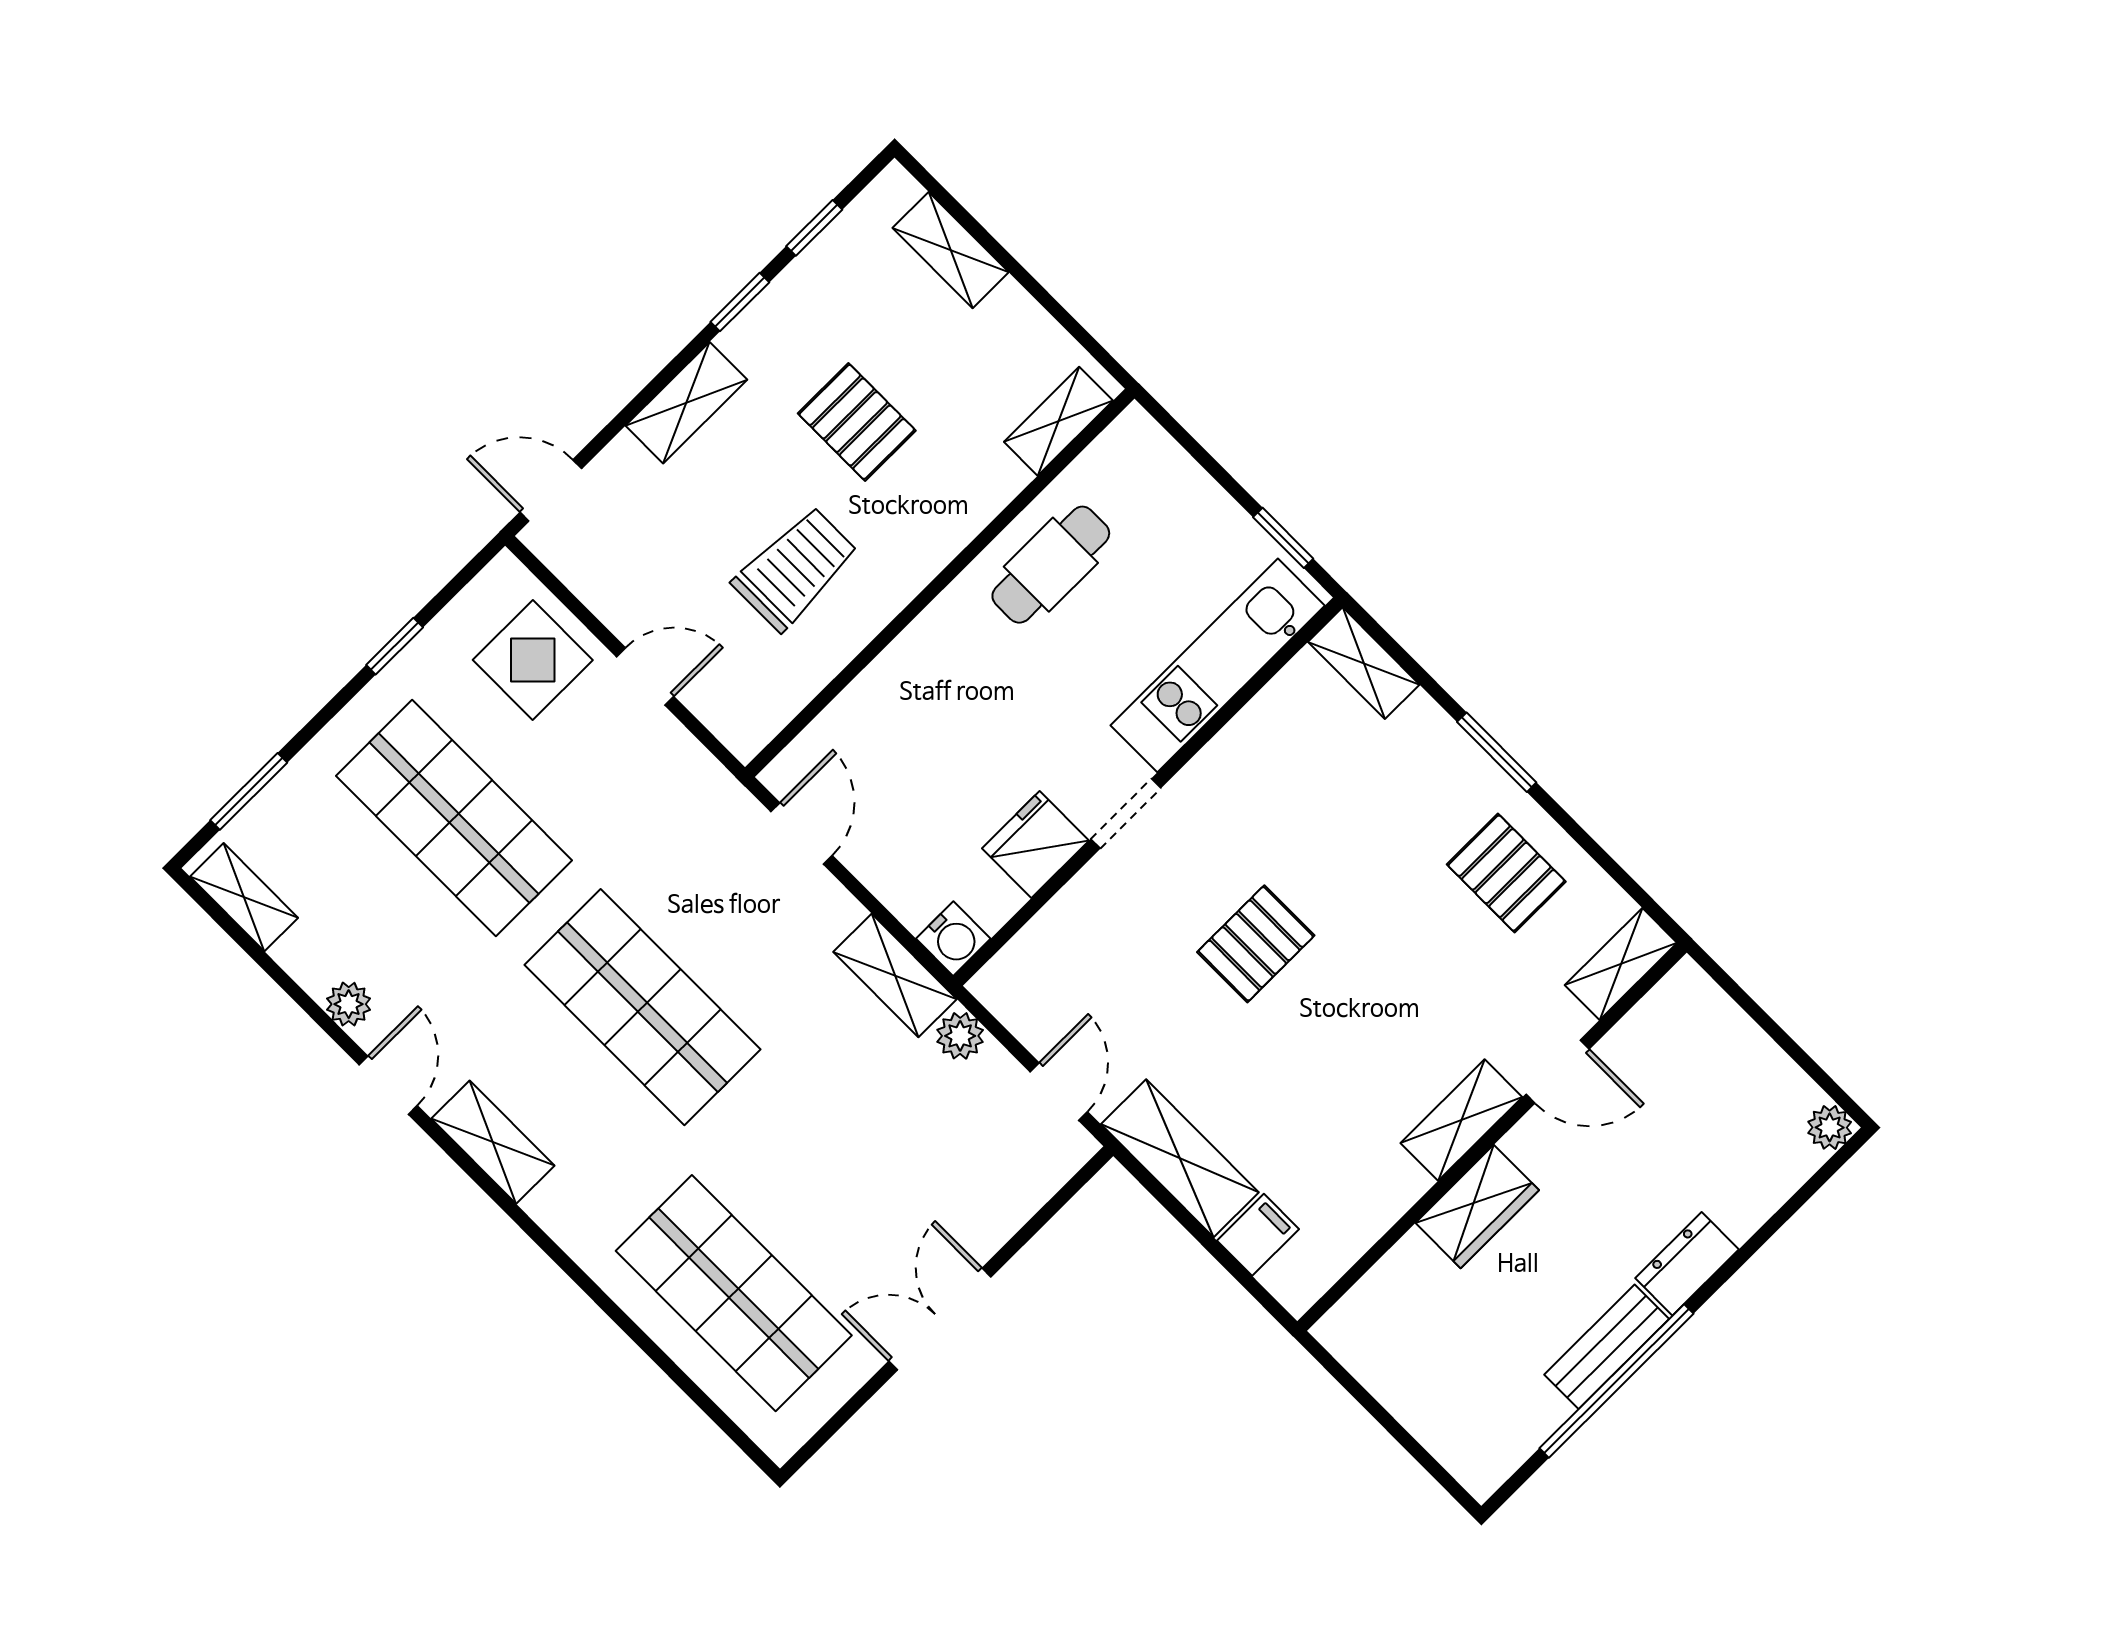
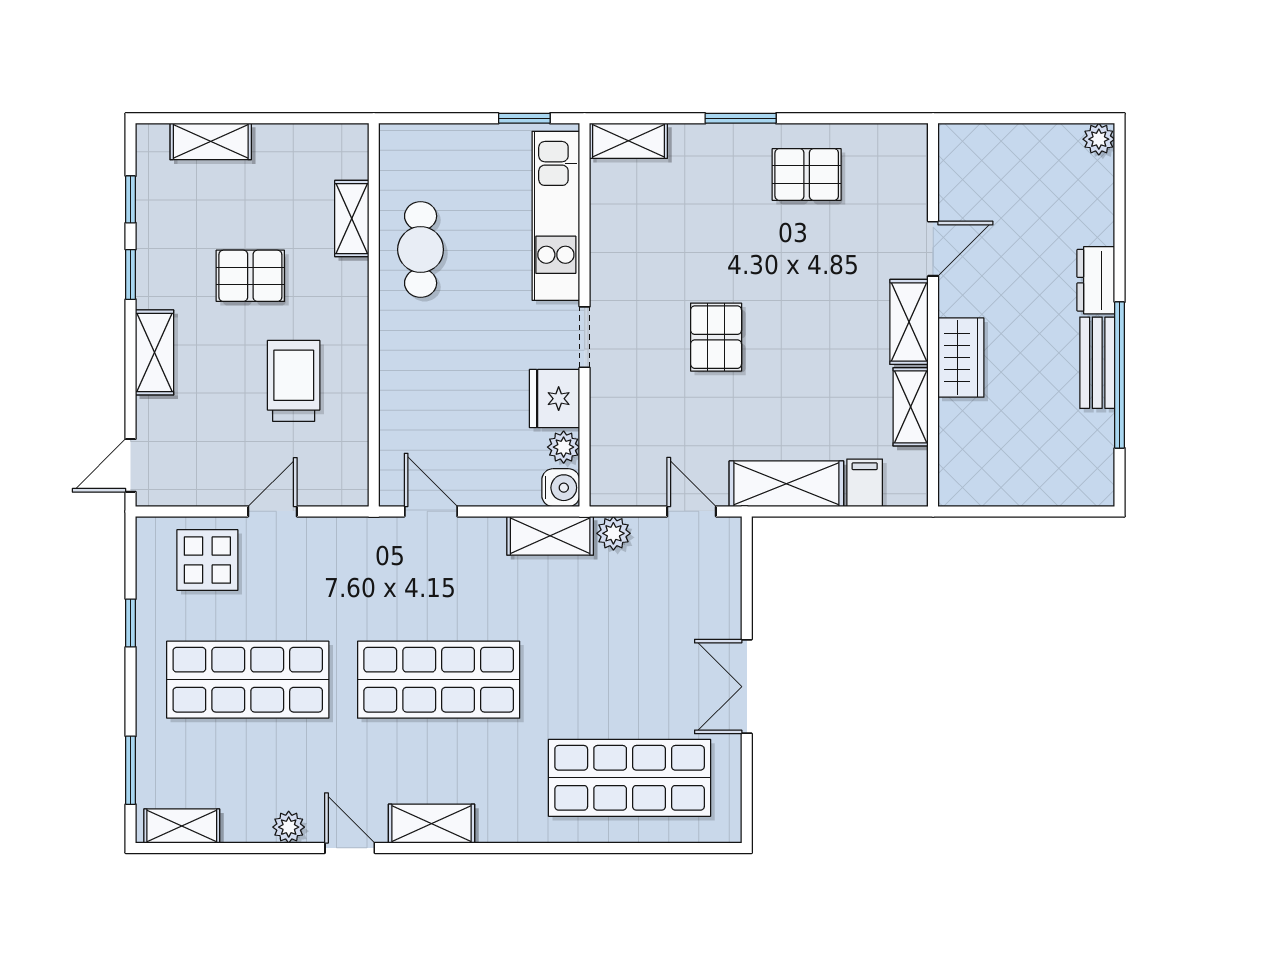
shelving: (1058, 421) -> (352, 219), moved
plant: (996, 901) -> (564, 447), added
shelving: (1621, 964) -> (911, 407), moved

